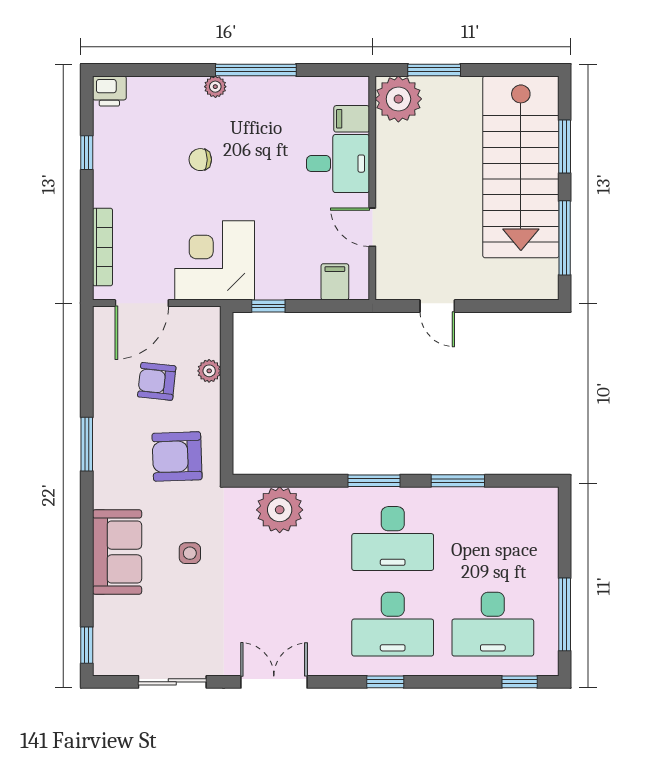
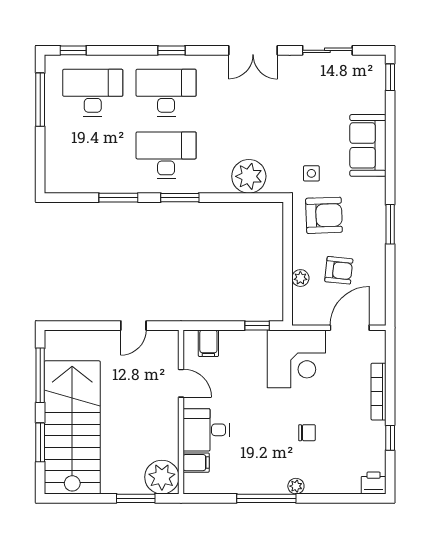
bookcase: (103, 247) -> (379, 392), moved
door: (437, 306) -> (133, 326), swing flipped
side table: (190, 553) -> (311, 173), moved

